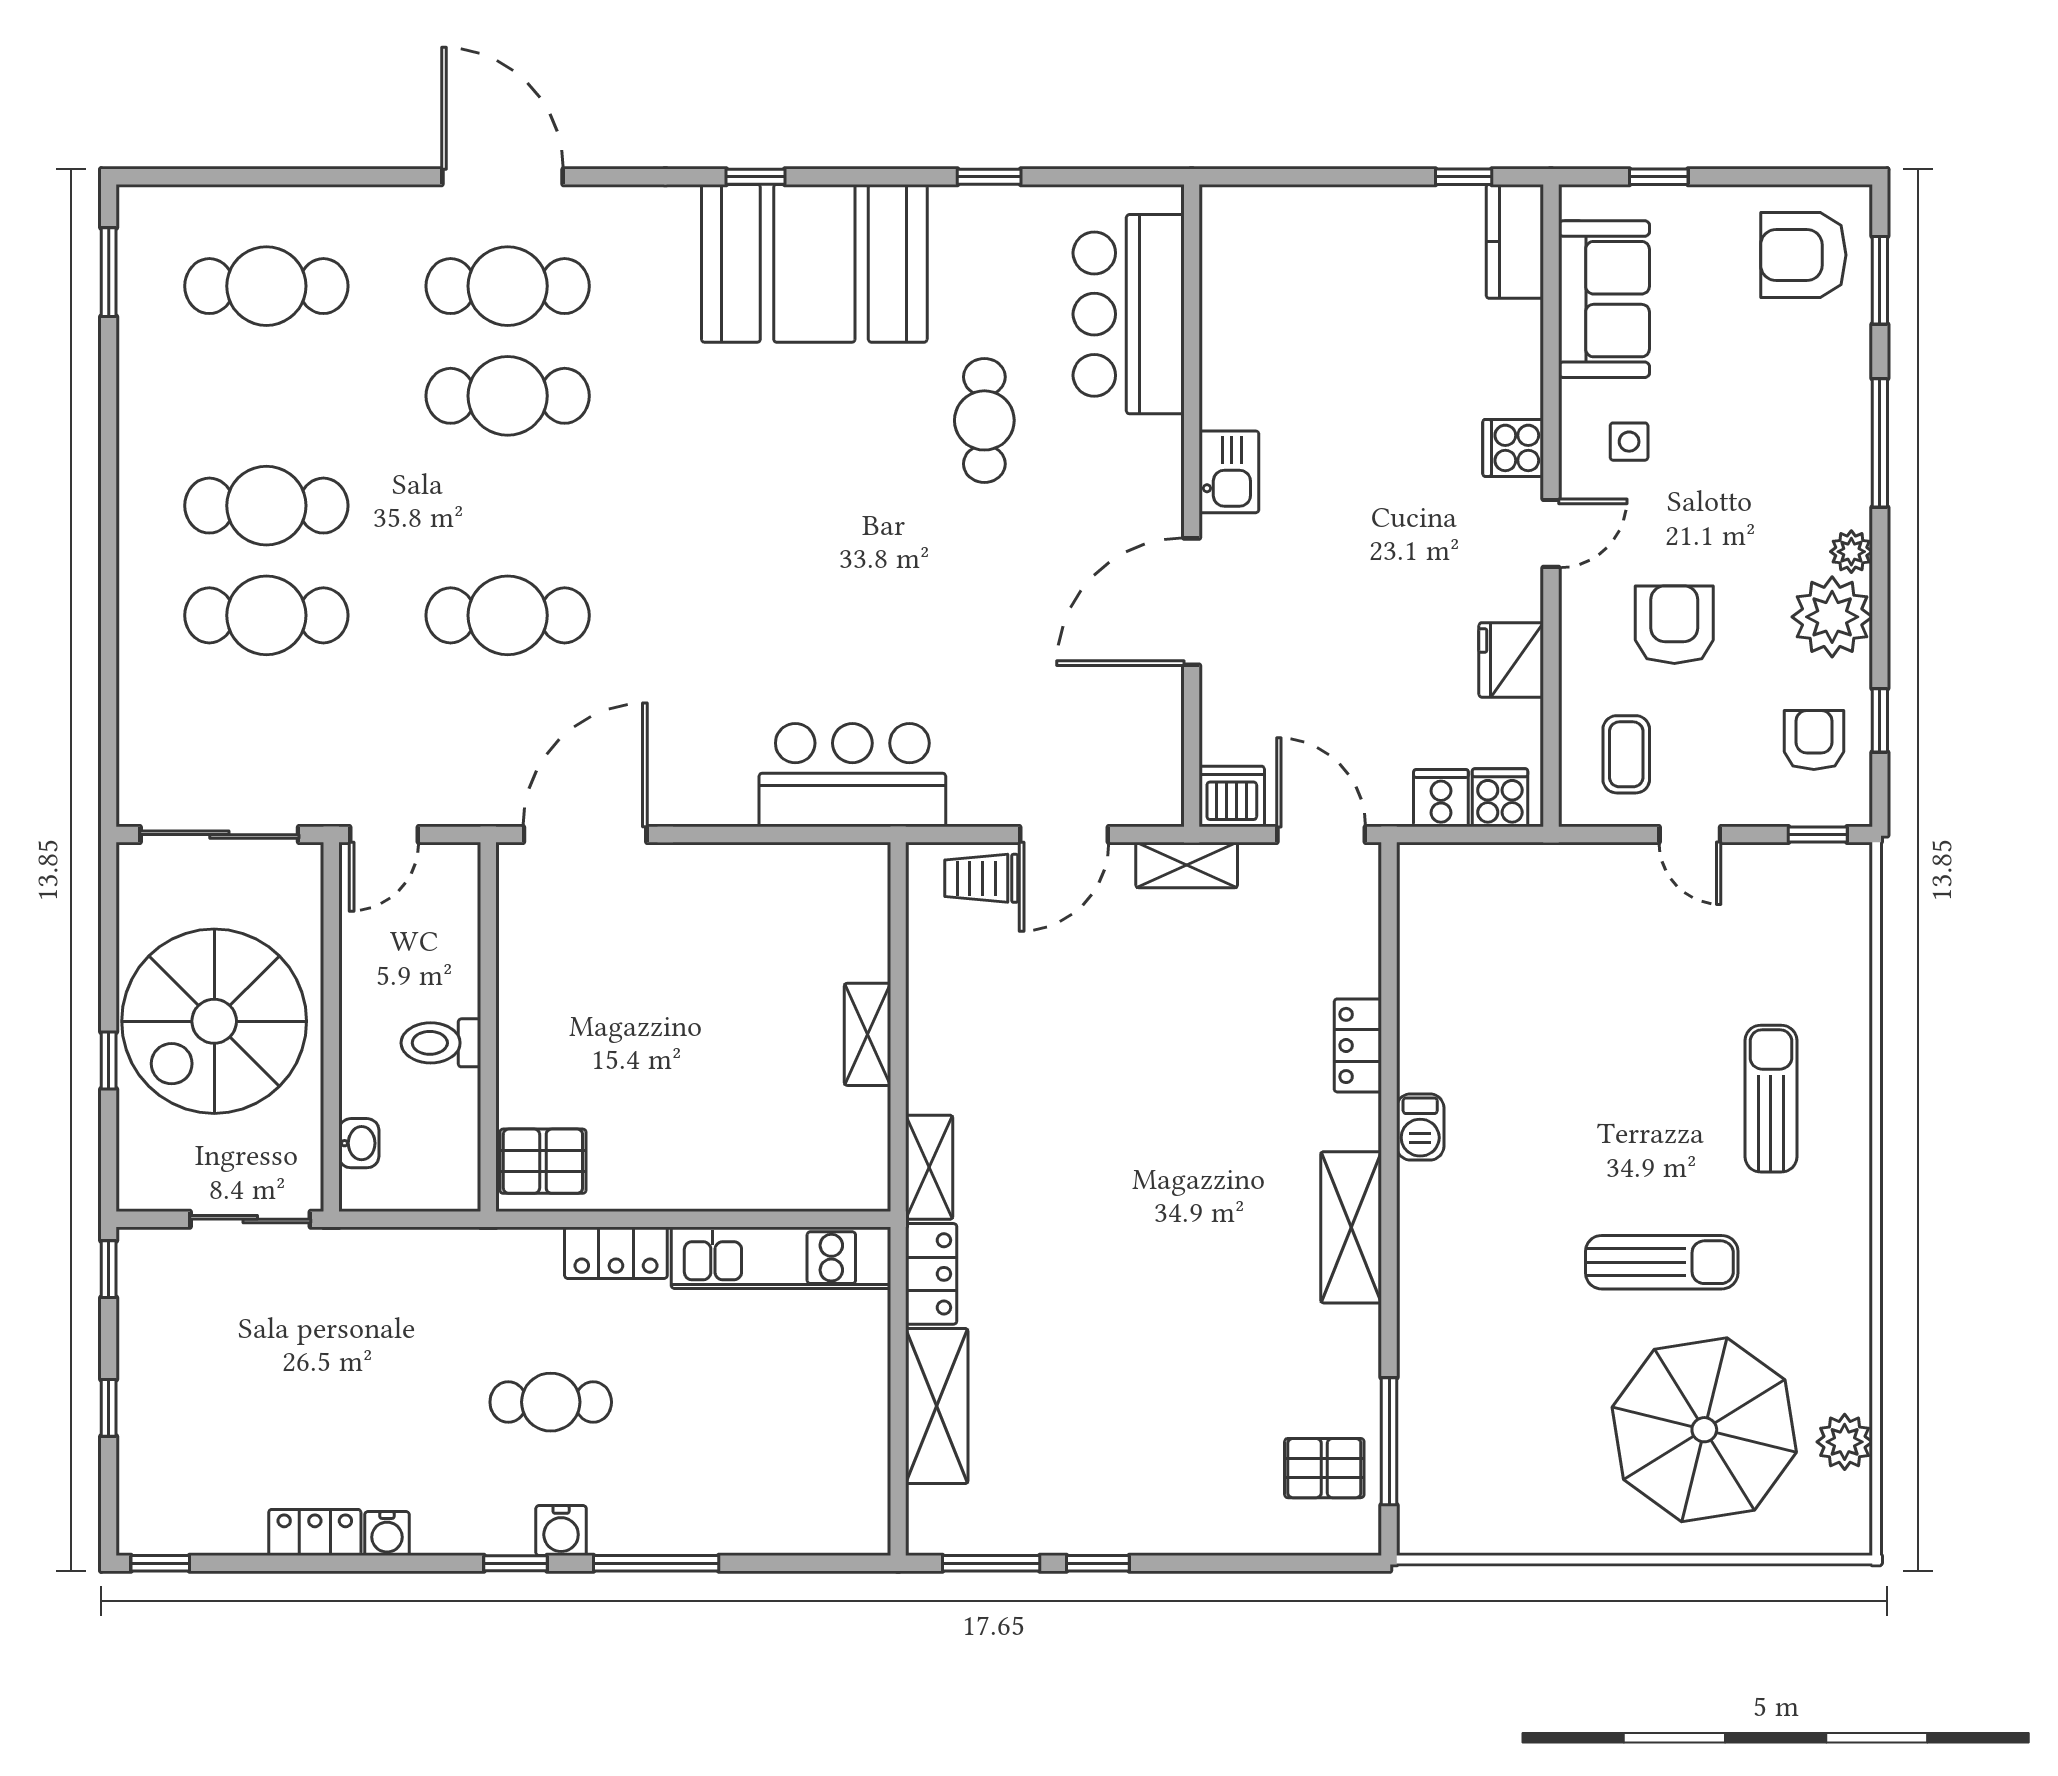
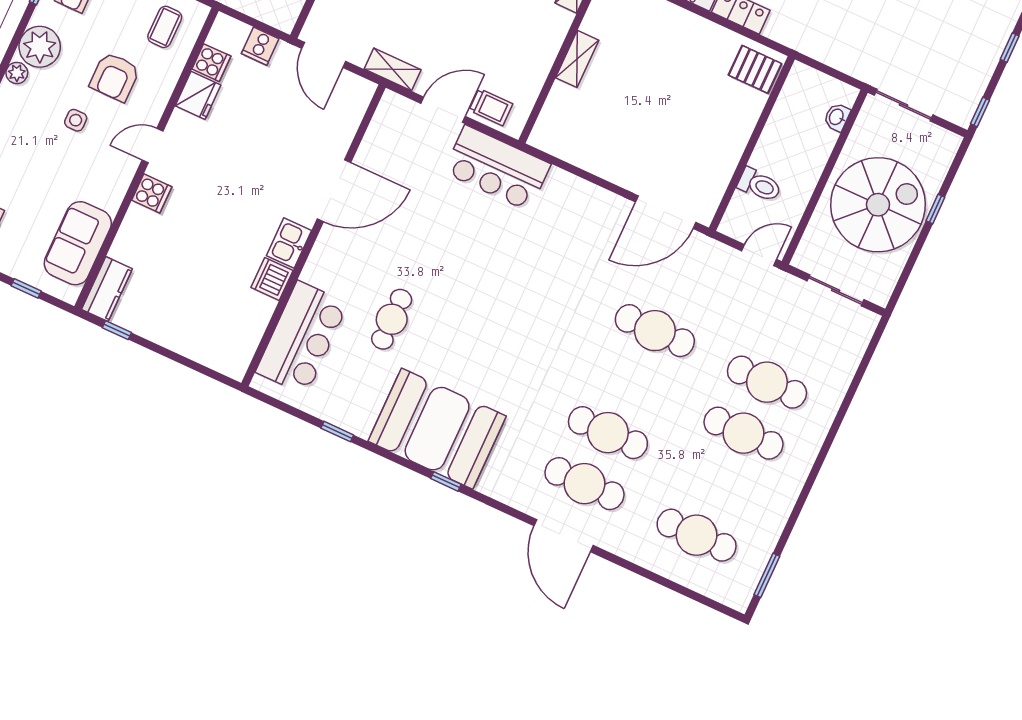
side table: (1629, 442) -> (76, 120), moved
bar counter: (852, 775) -> (497, 168), moved
dishwasher: (1232, 797) -> (272, 279), moved, turned 90
cooker: (1500, 798) -> (211, 63), moved, turned -90
sliding door: (219, 835) -> (836, 290), width x0.73
toilet: (441, 1043) -> (759, 185), moved

